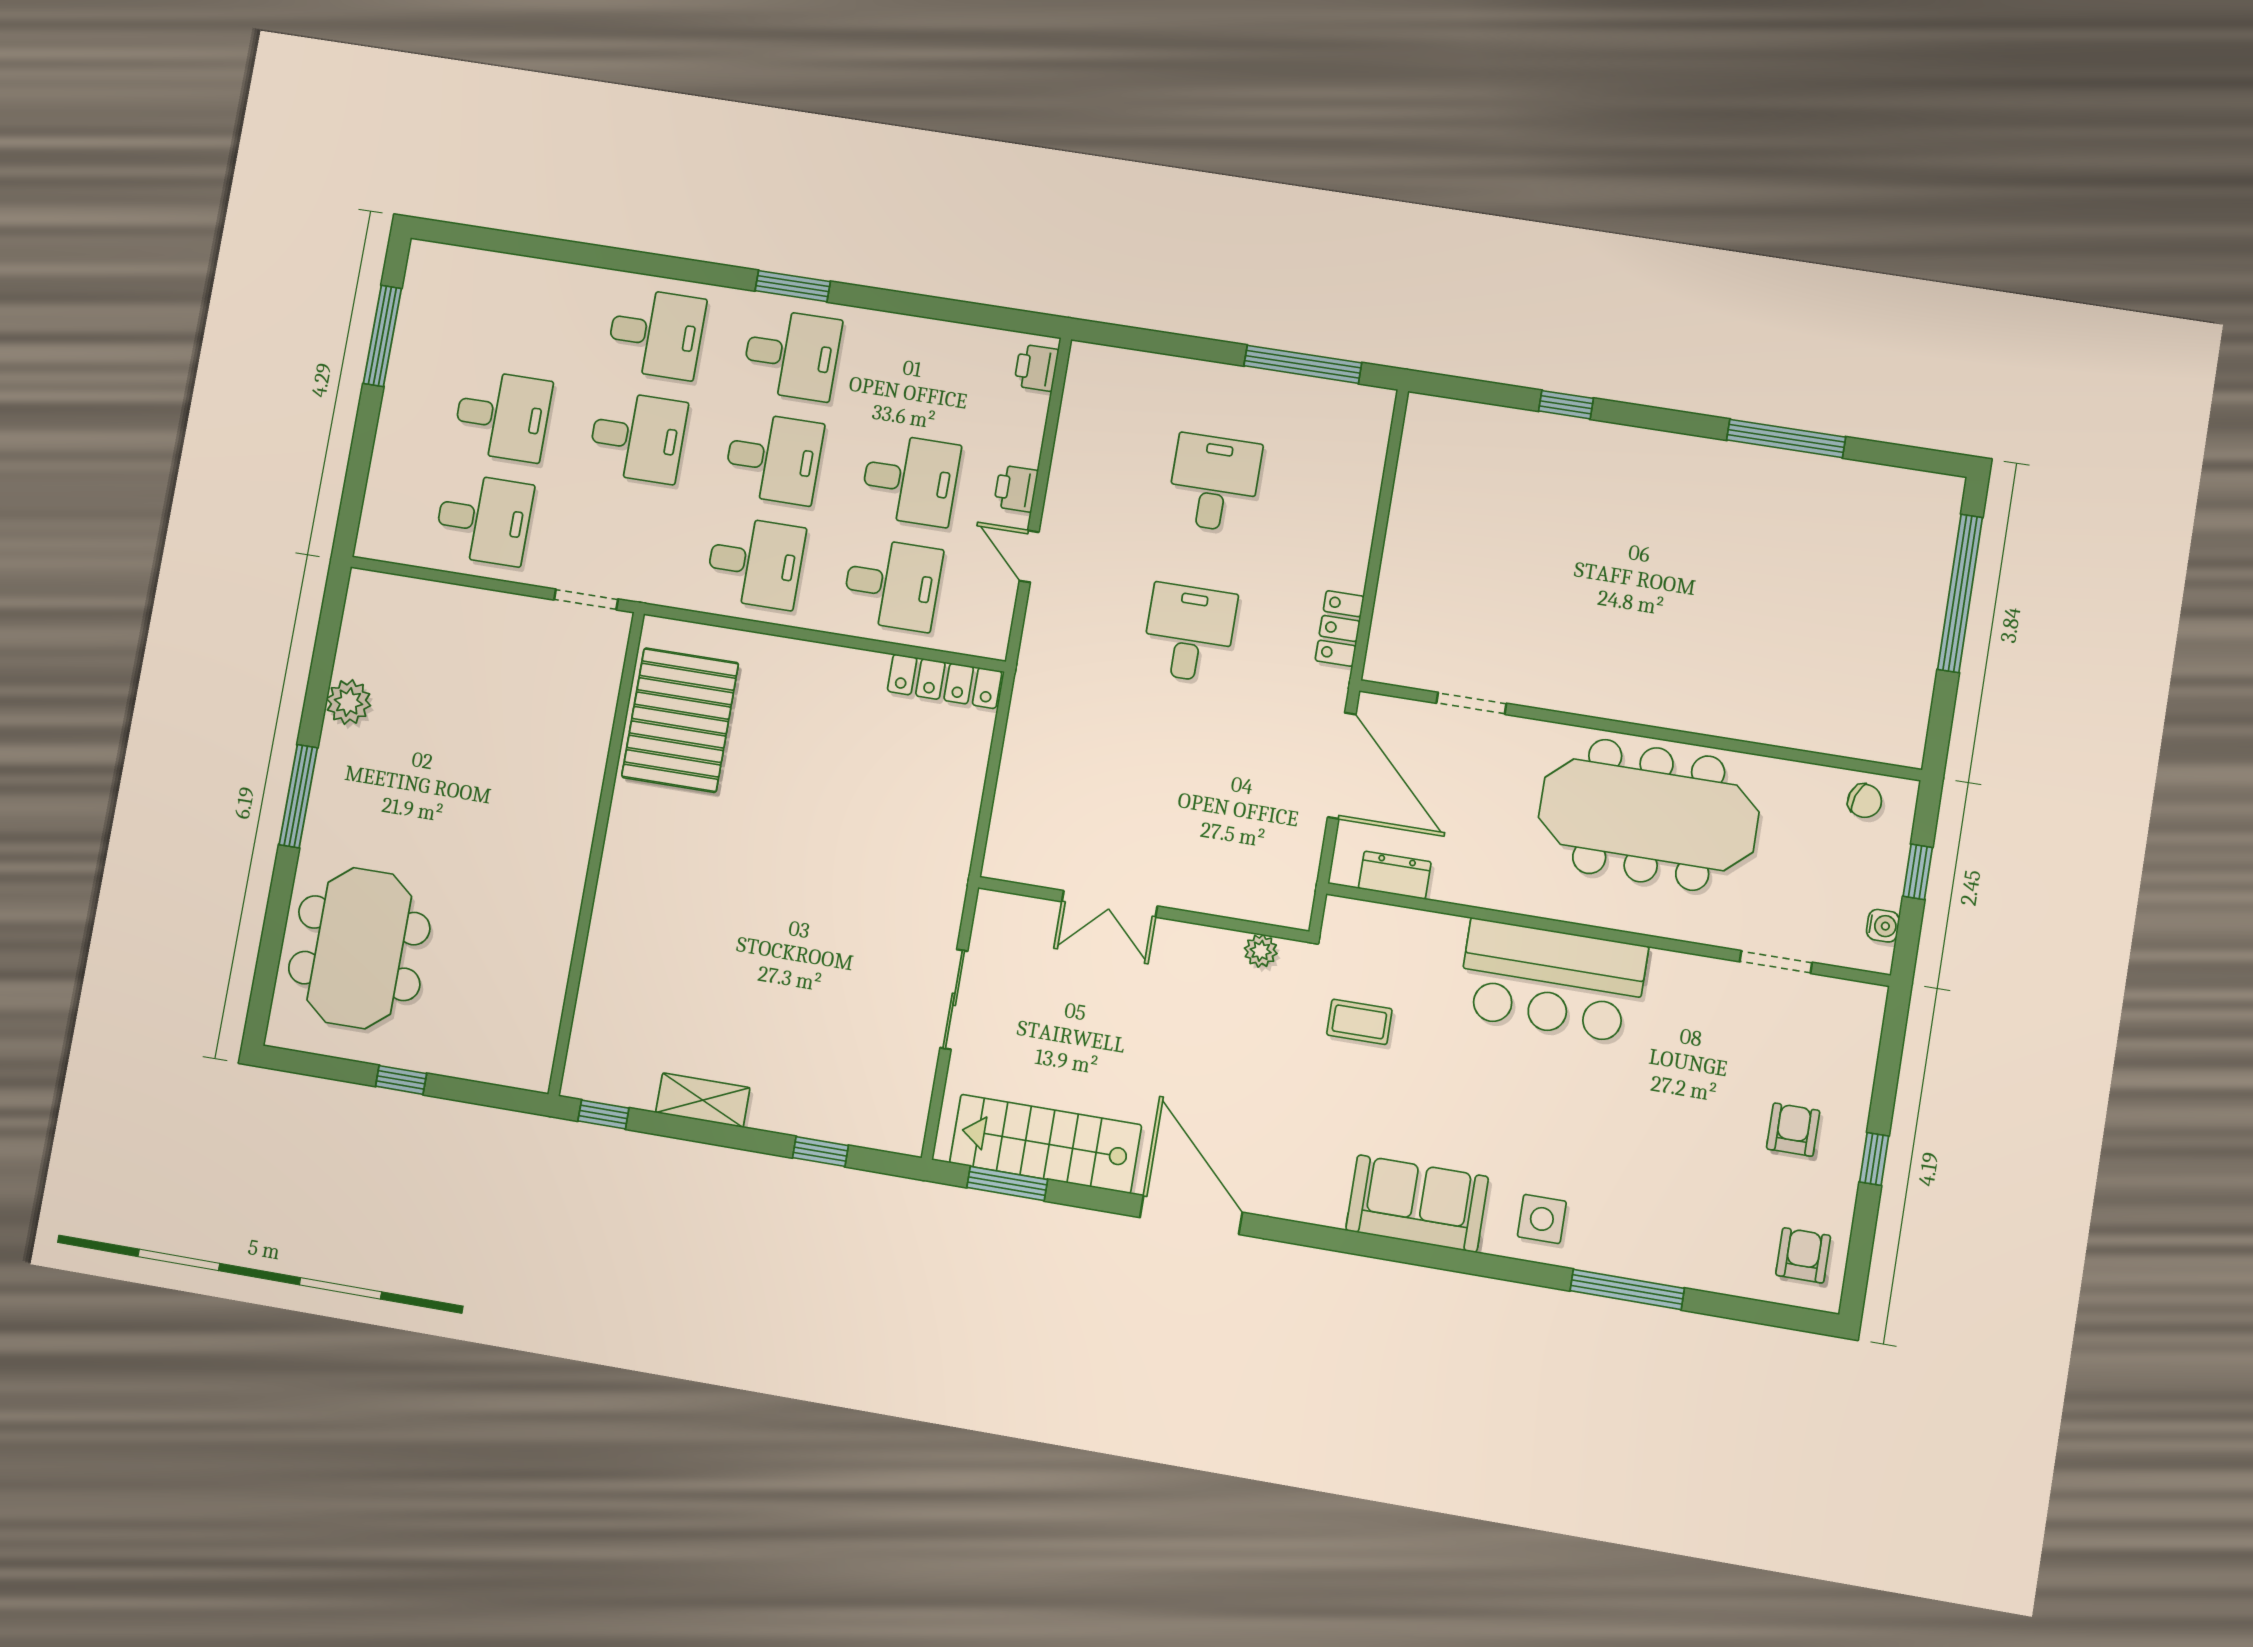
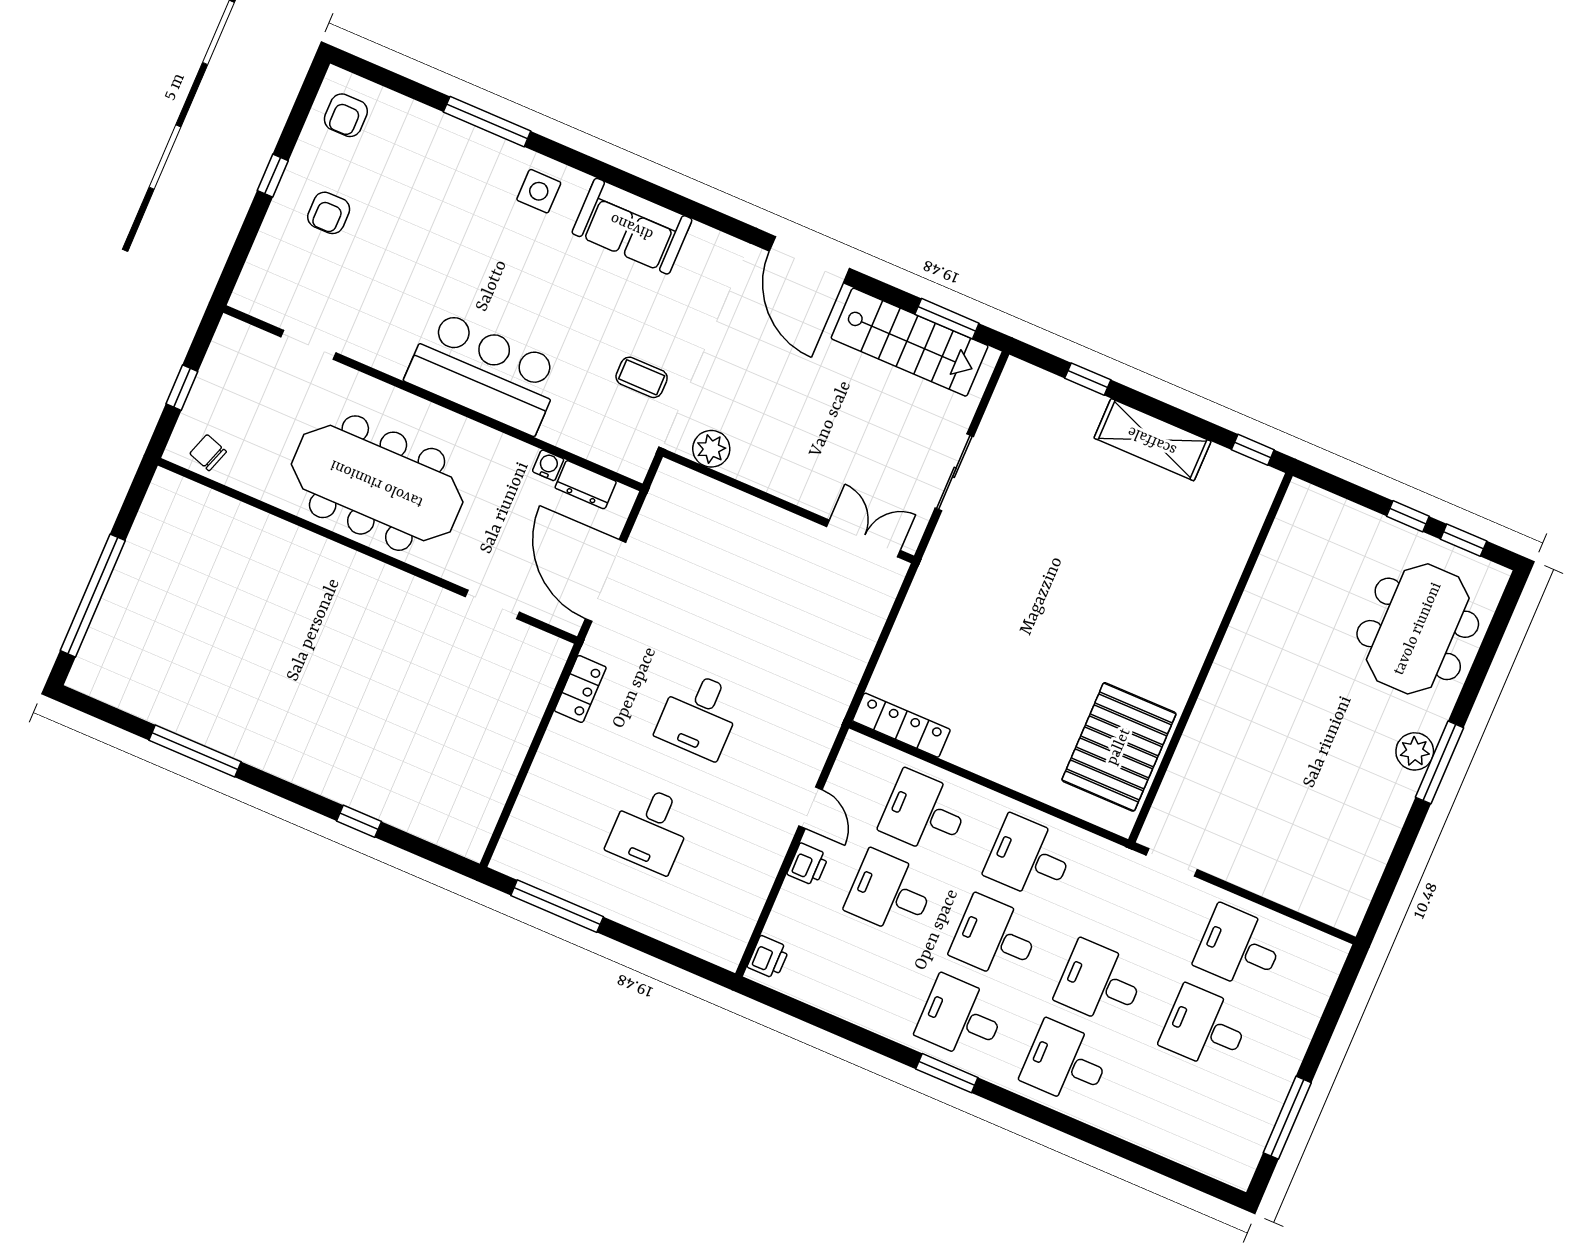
plant: (349, 702) -> (1415, 751), moved
double door: (1110, 904) -> (864, 539), moved
water cooler: (1883, 926) -> (548, 465), moved, turned 90
plant: (1261, 951) -> (711, 449), width x1.38, depth x1.38
window: (329, 1068) -> (1464, 540), added
shelving: (703, 1100) -> (1152, 440), width x1.50, depth x1.33

